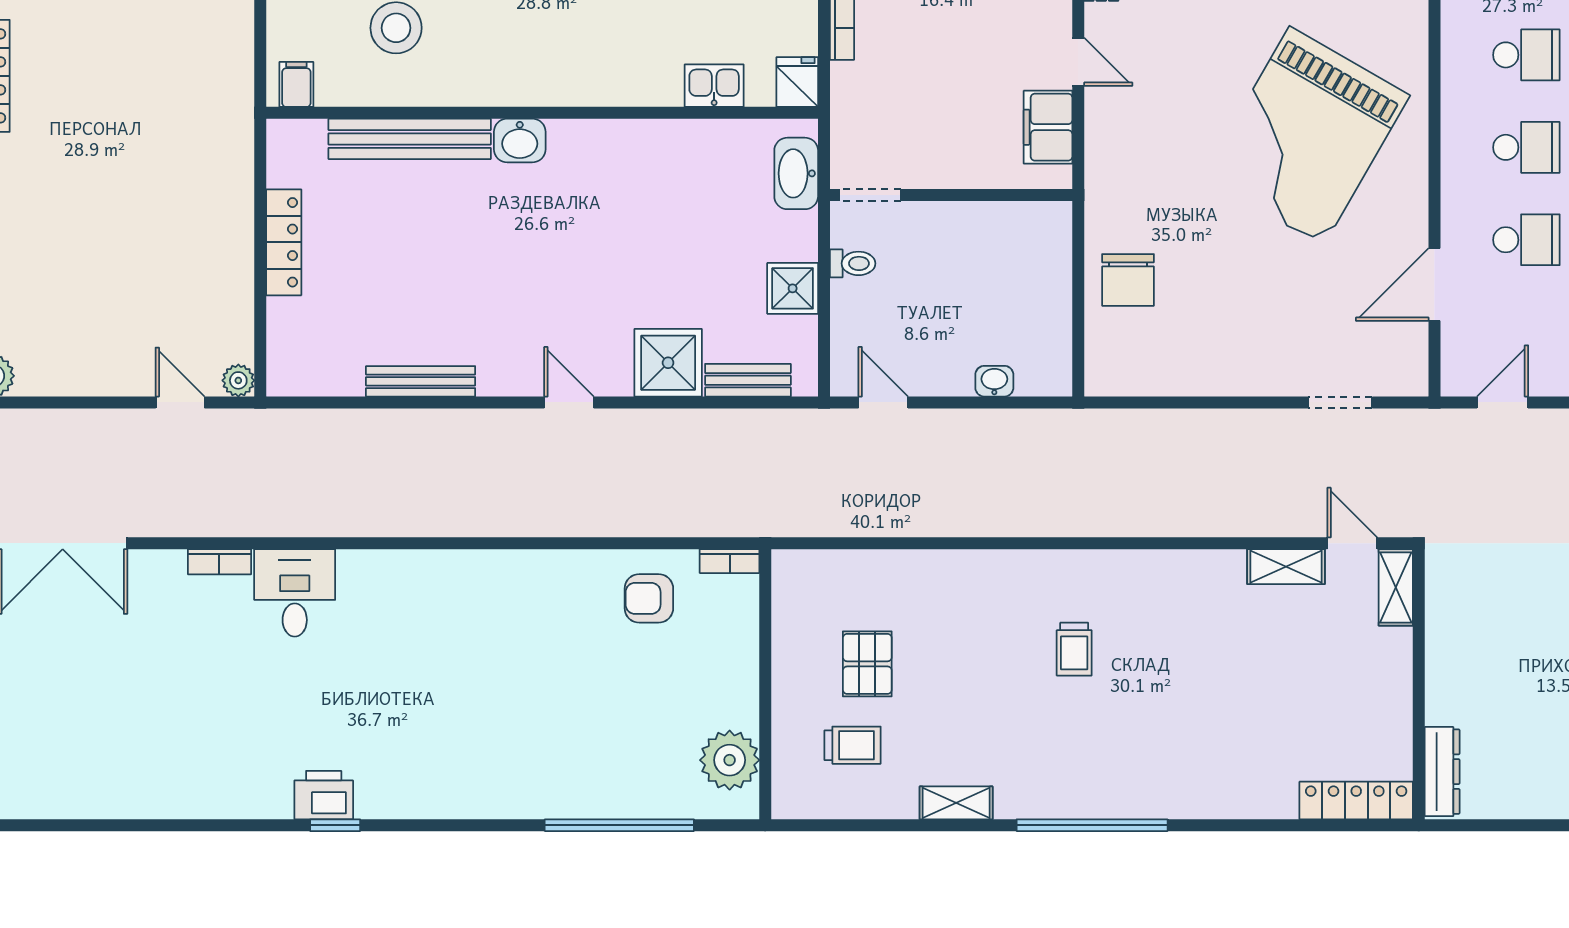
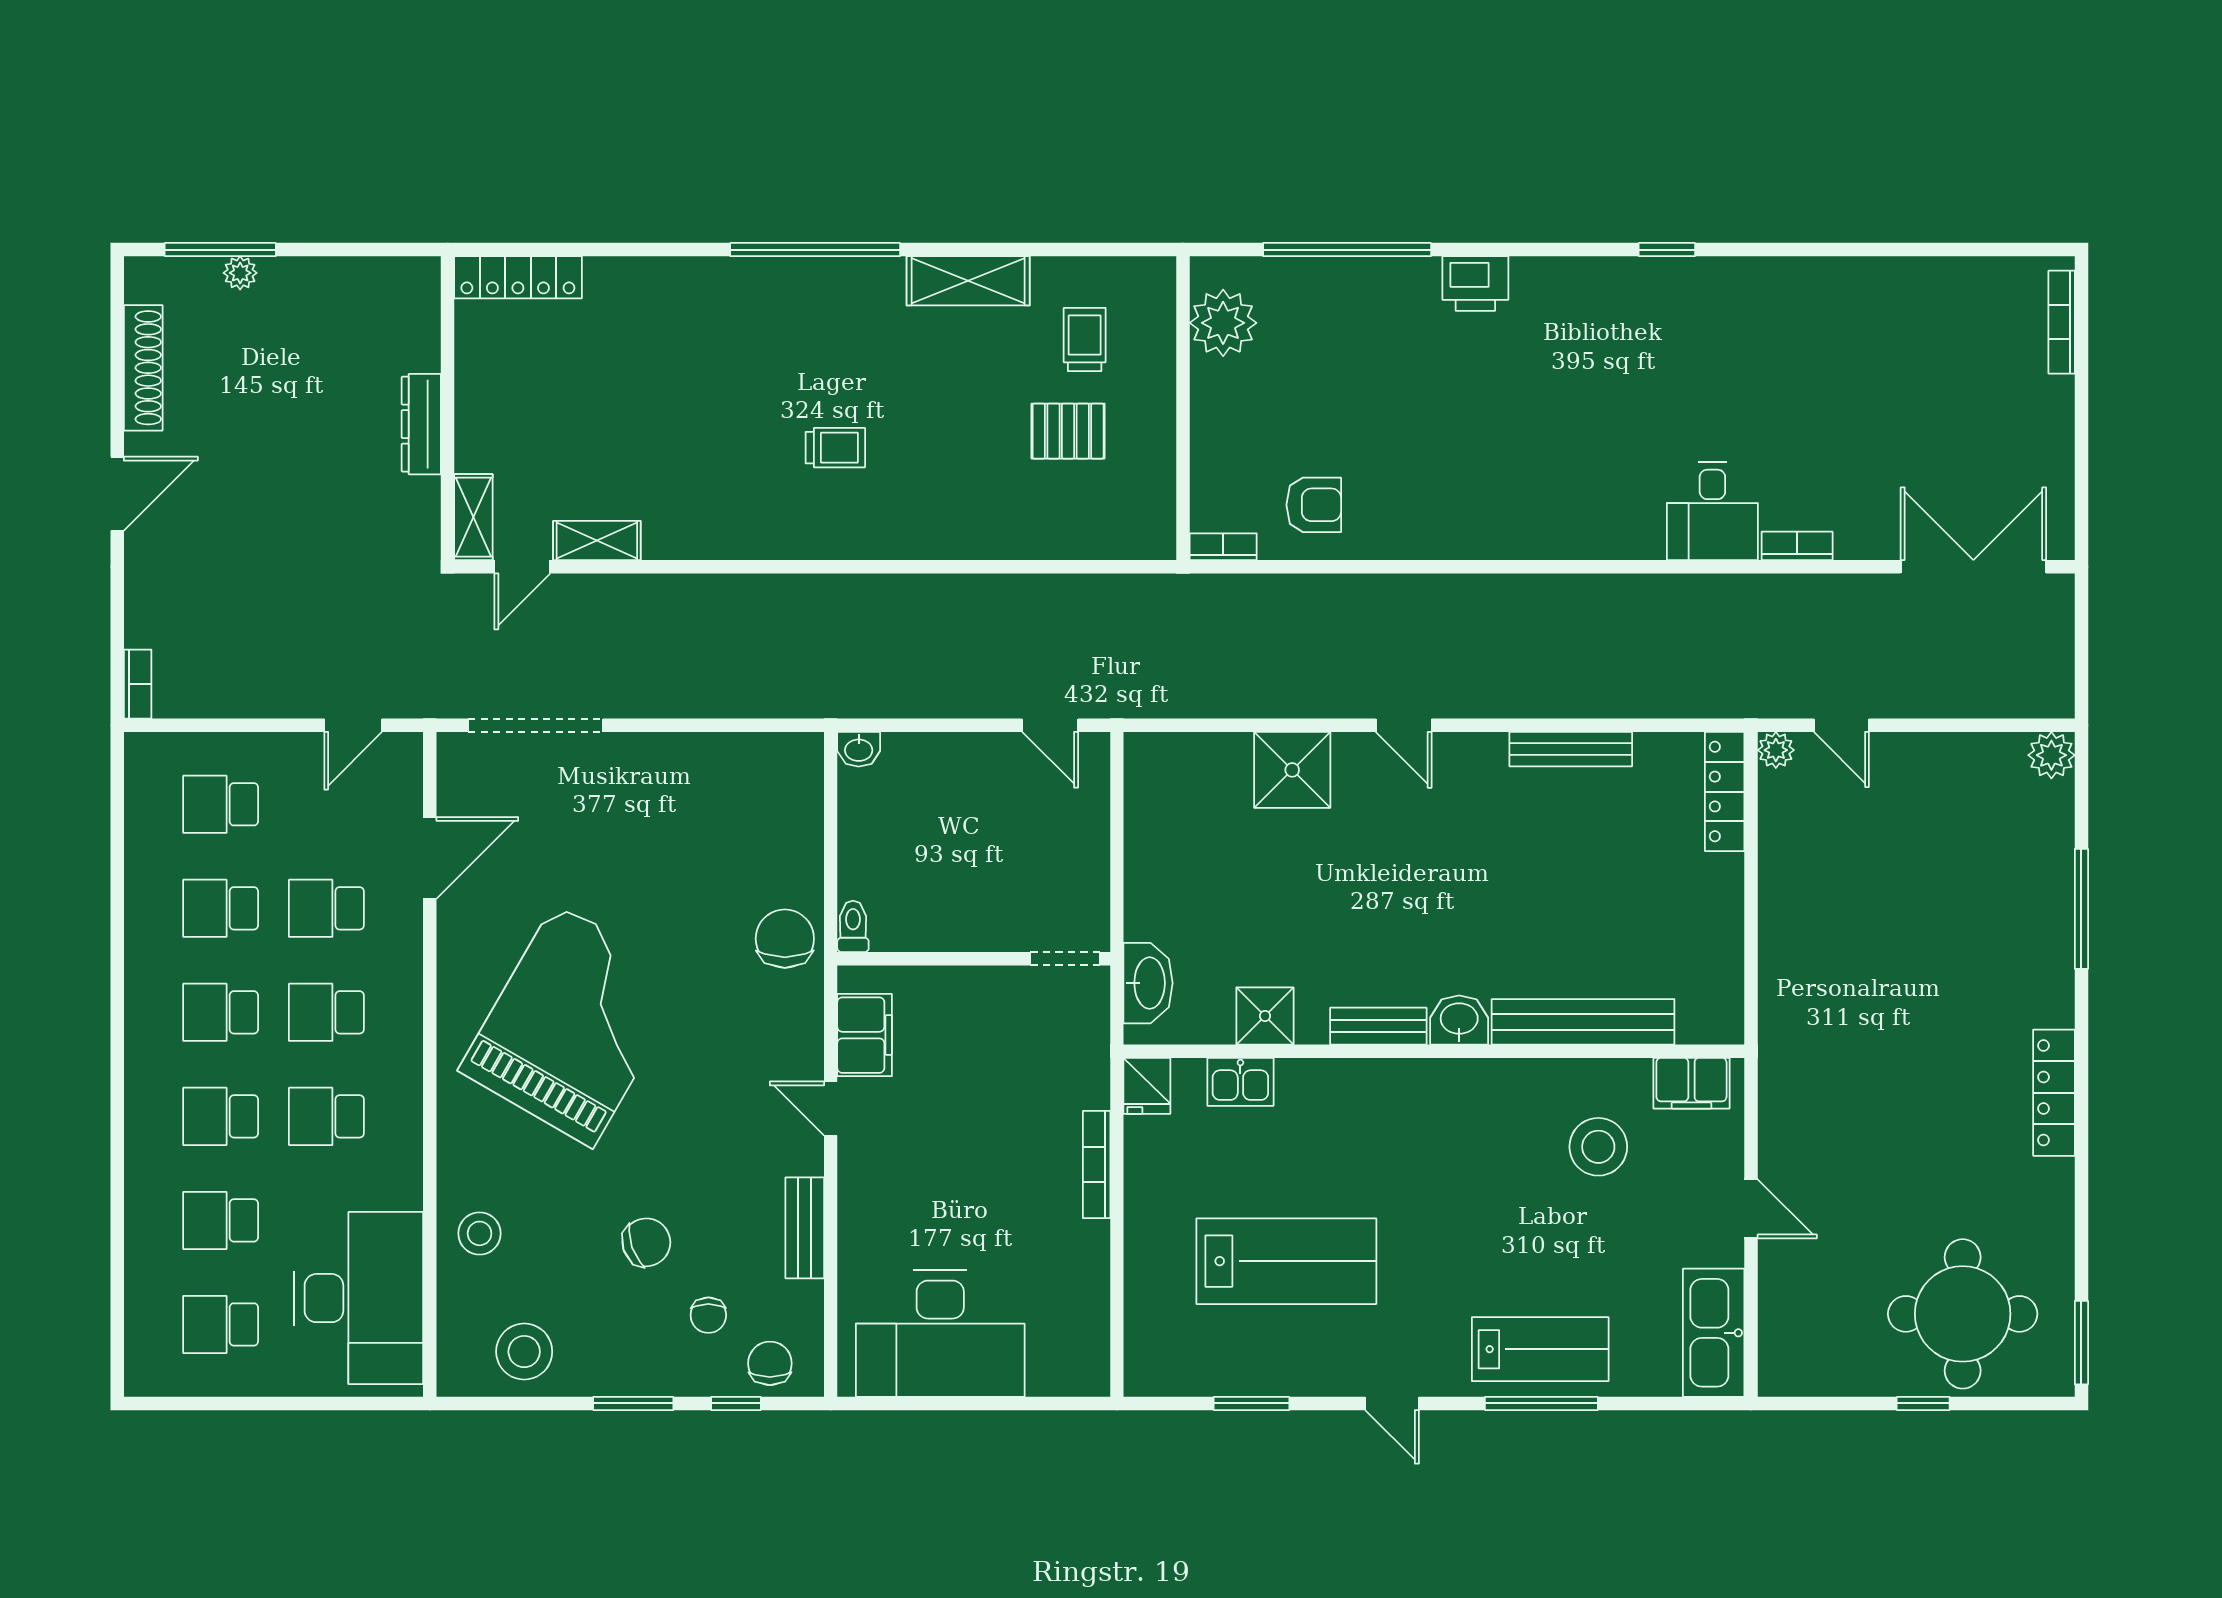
filing cabinet: (296, 84) -> (1691, 1083), width x2.00
locker: (284, 242) -> (1725, 792), moved
toilet: (853, 263) -> (853, 926), moved, turned 90
chair: (1128, 280) -> (785, 939), moved
shower: (793, 288) -> (1265, 1016), moved
bench: (748, 380) -> (1378, 1026), moved
washbasin: (994, 381) -> (859, 749), moved
doorway: (1340, 402) -> (536, 725), width x1.87
door: (1352, 543) -> (522, 567), hinge flipped
trolley: (1074, 649) -> (835, 448), turned 90
pallet: (867, 664) -> (1068, 431), turned 90
trolley: (853, 745) -> (1085, 340), turned 90
dresser: (1442, 772) -> (421, 424), moved
printer: (324, 795) -> (1475, 283), moved
shelving: (956, 803) -> (968, 281), width x1.50, depth x1.33

